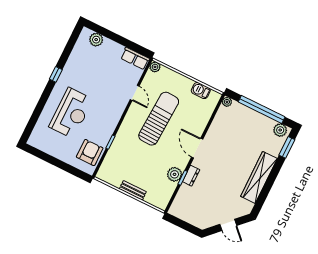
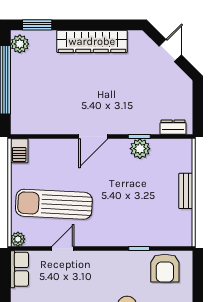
barbecue: (201, 91) -> (19, 151), moved
plant: (227, 102) -> (17, 128), removed
sun lounger: (159, 119) -> (54, 204), moved
armchair: (90, 152) -> (165, 268), turned -90
dresser: (191, 176) -> (173, 127), moved

